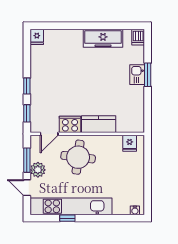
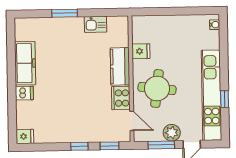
dishwasher: (138, 37) -> (24, 93), moved
kitchen sink: (137, 75) -> (96, 24), moved
fridge: (130, 143) -> (141, 51), moved

